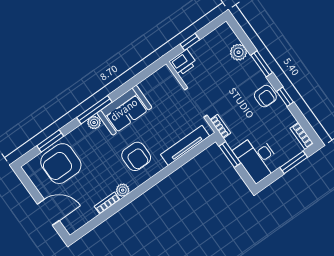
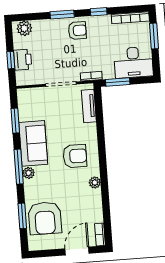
plant: (239, 52) -> (24, 28), moved
printer: (183, 63) -> (23, 60), moved
window: (136, 80) -> (15, 121), added
armchair: (265, 96) -> (77, 31), moved
bookcase: (302, 136) -> (130, 18), width x1.56
tv unit: (185, 145) -> (89, 106), width x0.71
bookcase: (107, 203) -> (100, 235), moved

